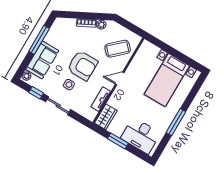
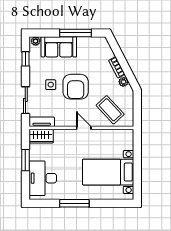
tv unit: (101, 99) -> (42, 122), moved
sliding door: (58, 106) -> (25, 100), moved

